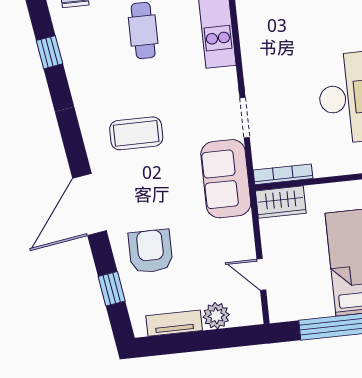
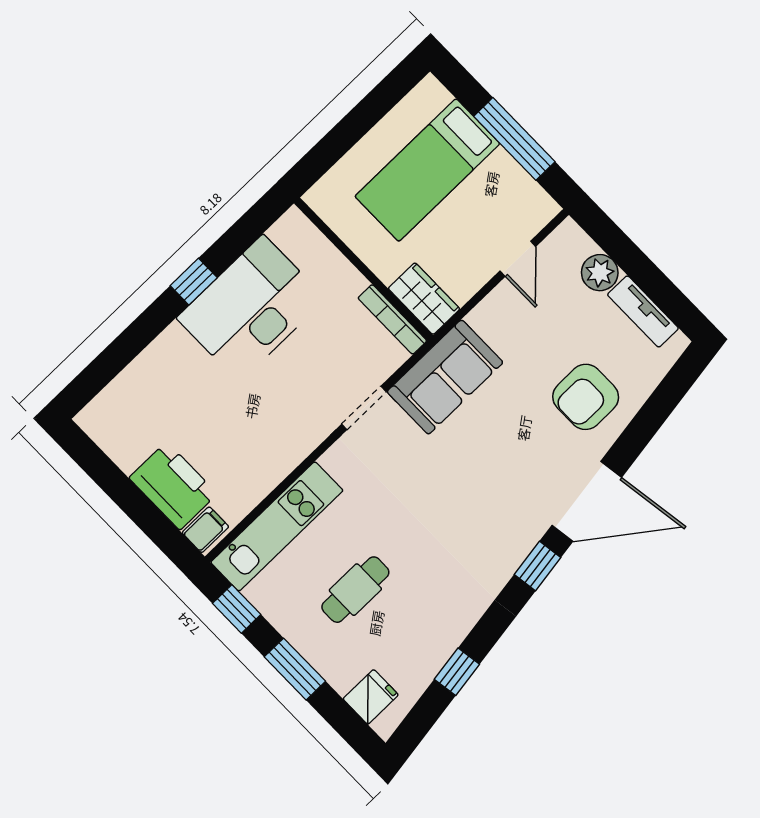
coffee table: (136, 133) -> (471, 511), removed
window: (112, 289) -> (537, 566), moved

